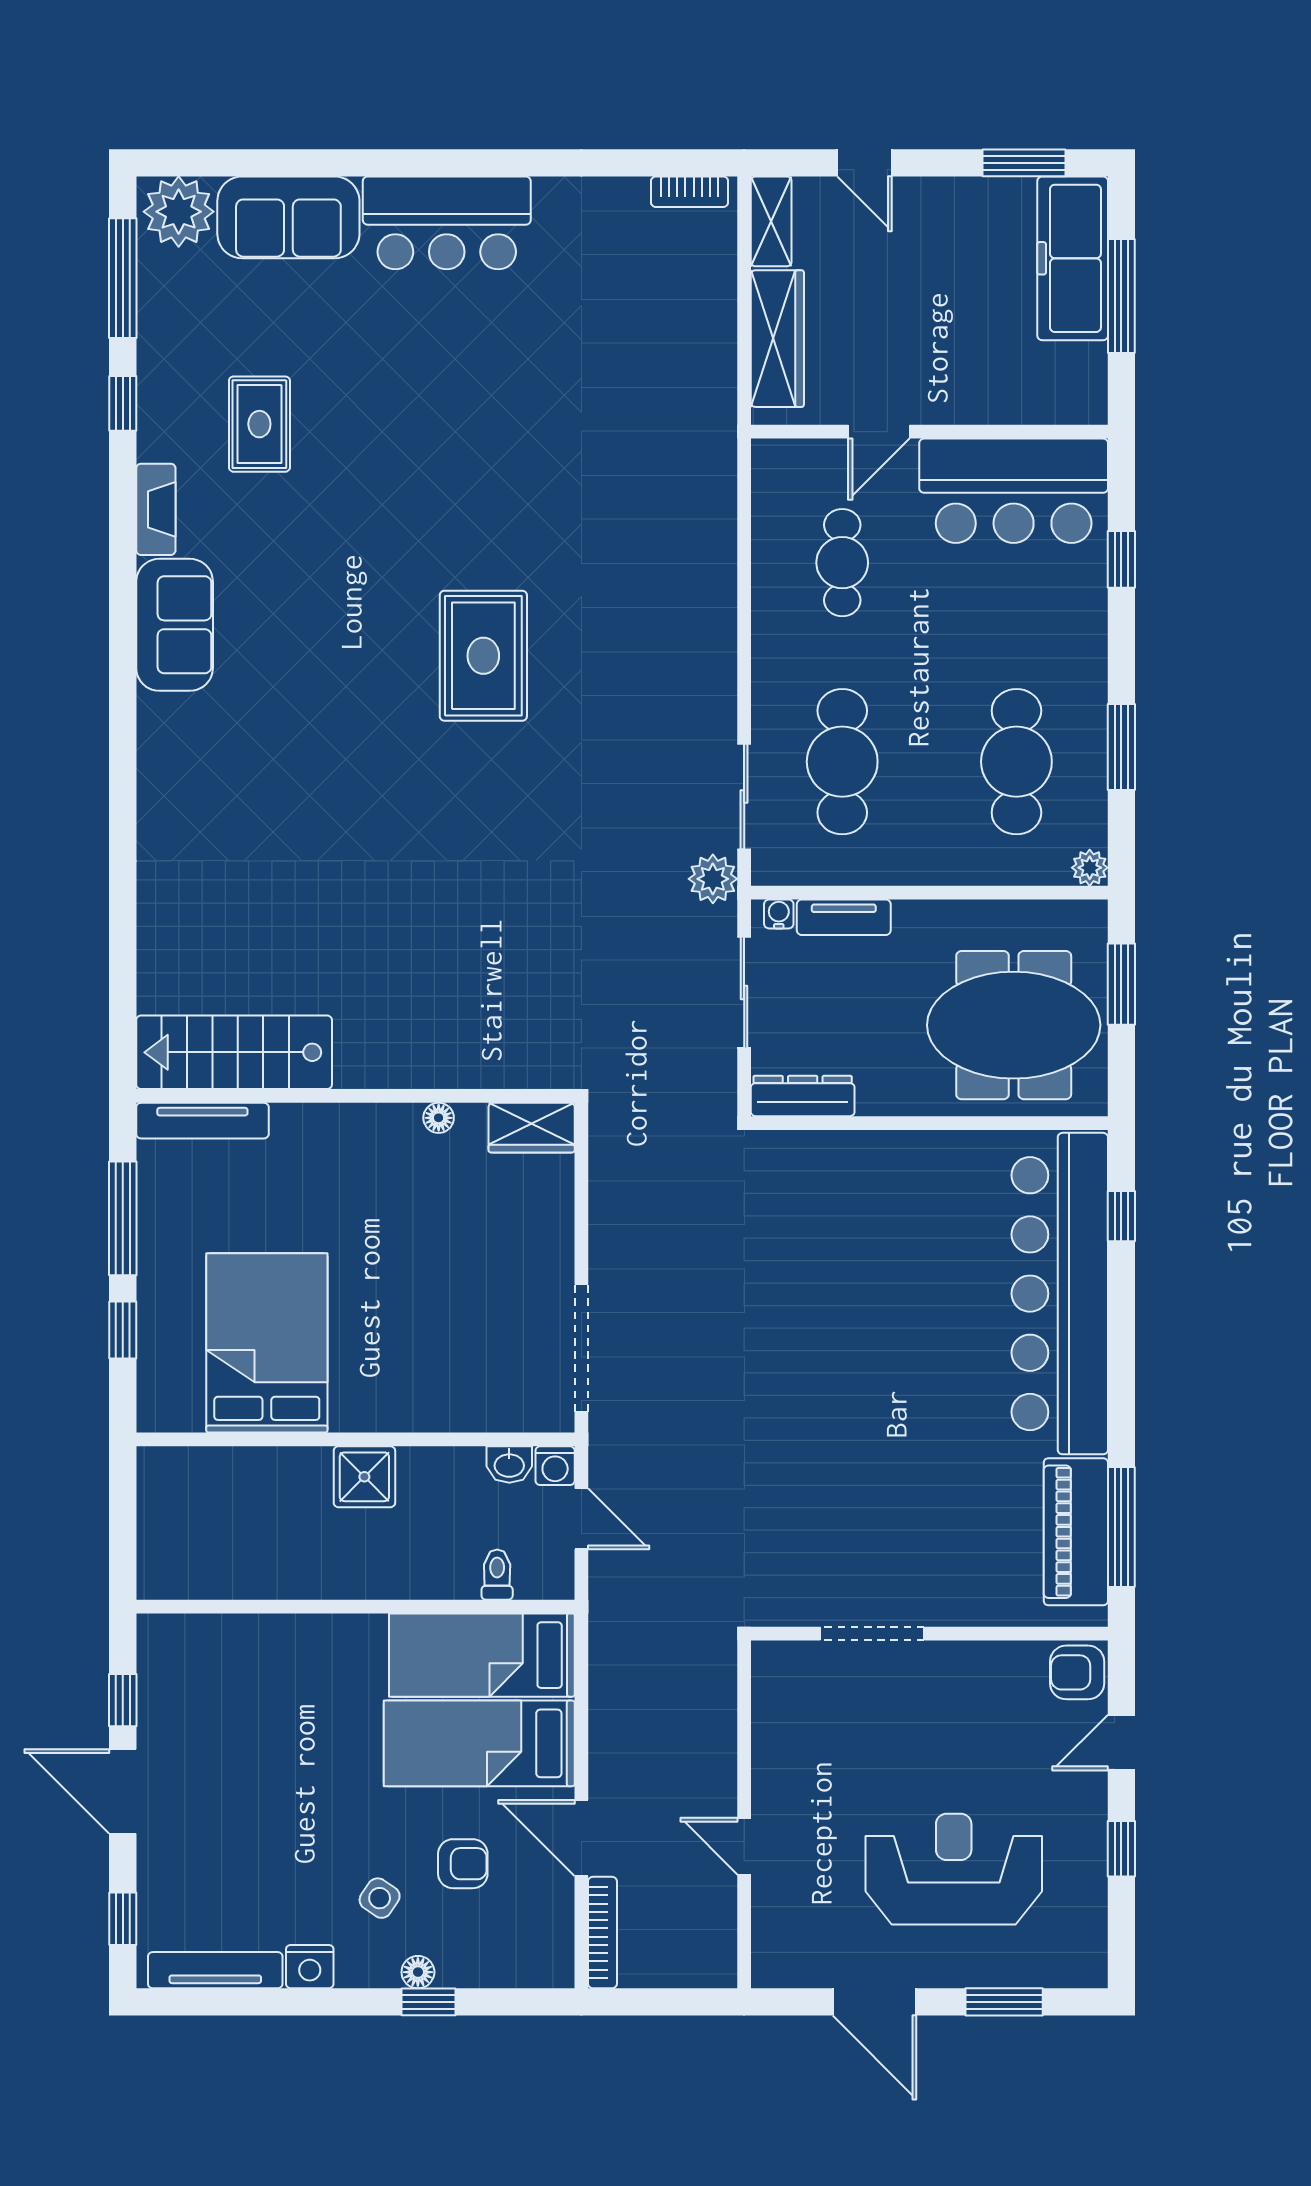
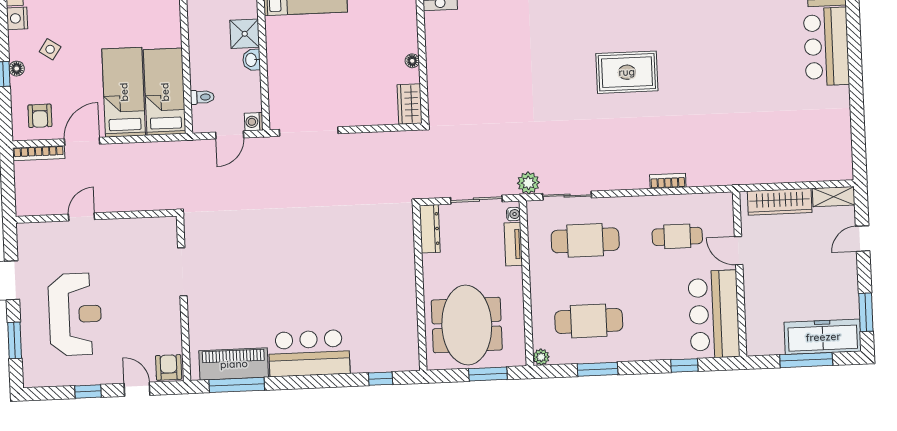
bookcase: (690, 192) -> (668, 181), moved, turned 90
bar counter: (1060, 1294) -> (309, 353), width x0.54
washbasin: (509, 1464) -> (252, 60), moved
armchair: (463, 1864) -> (40, 116), moved

